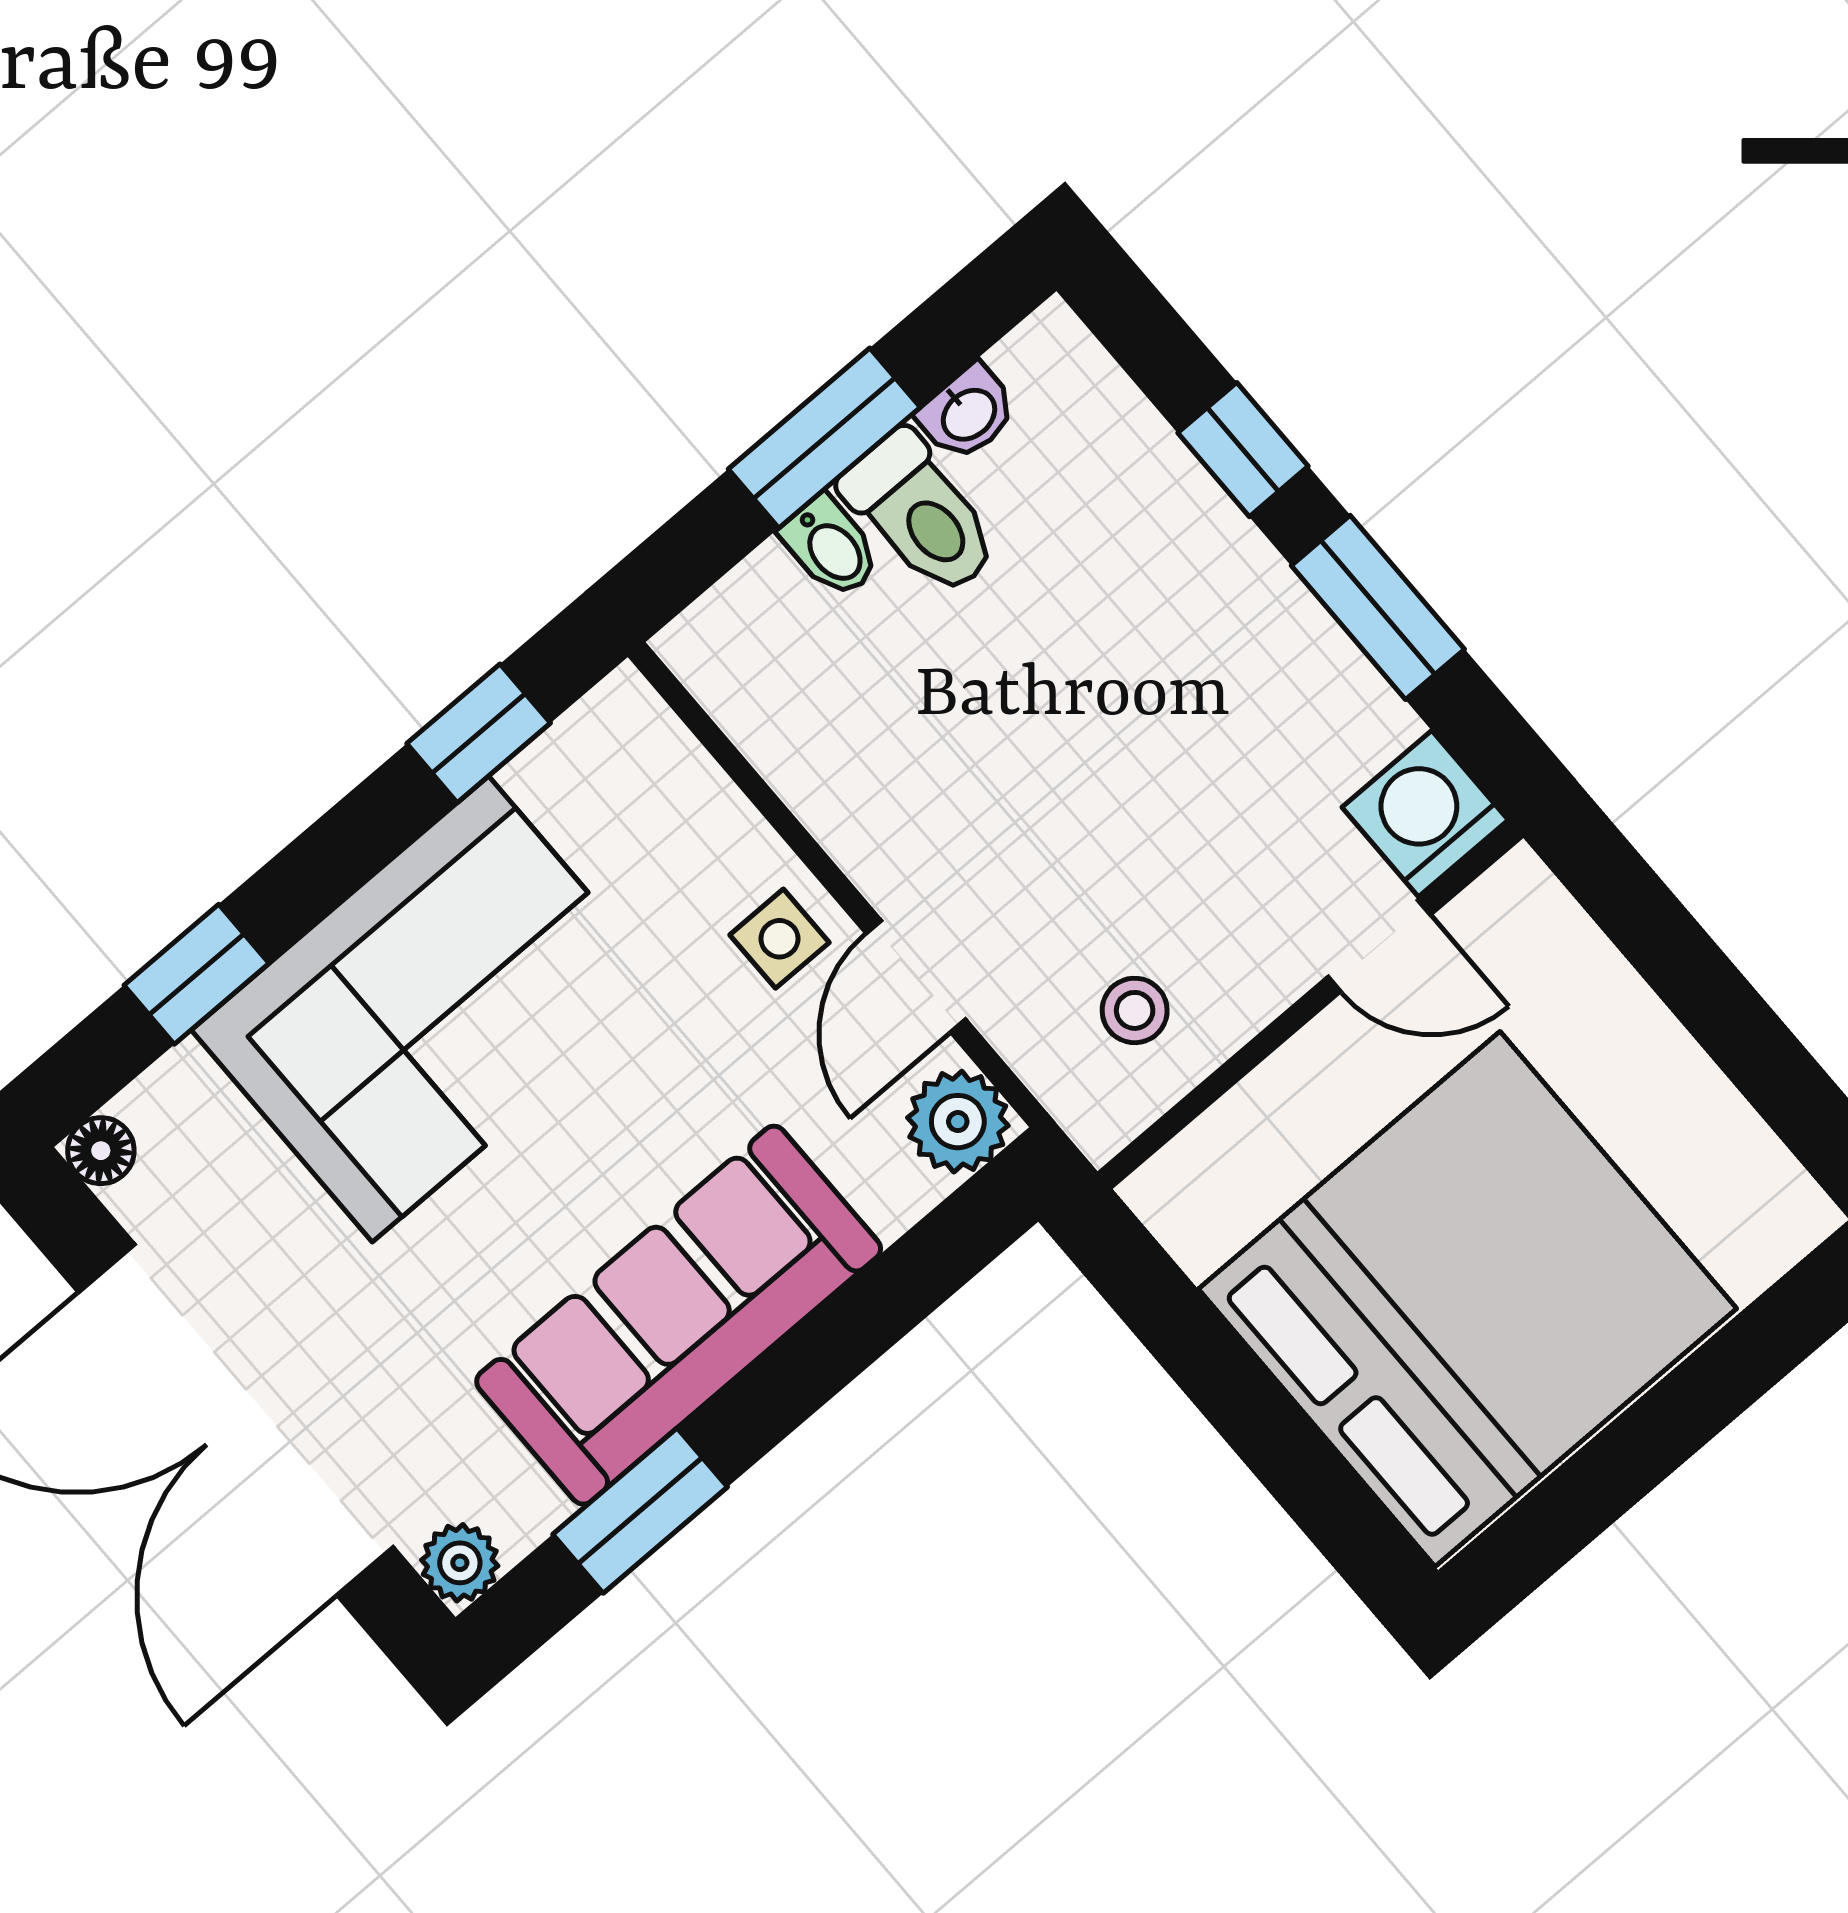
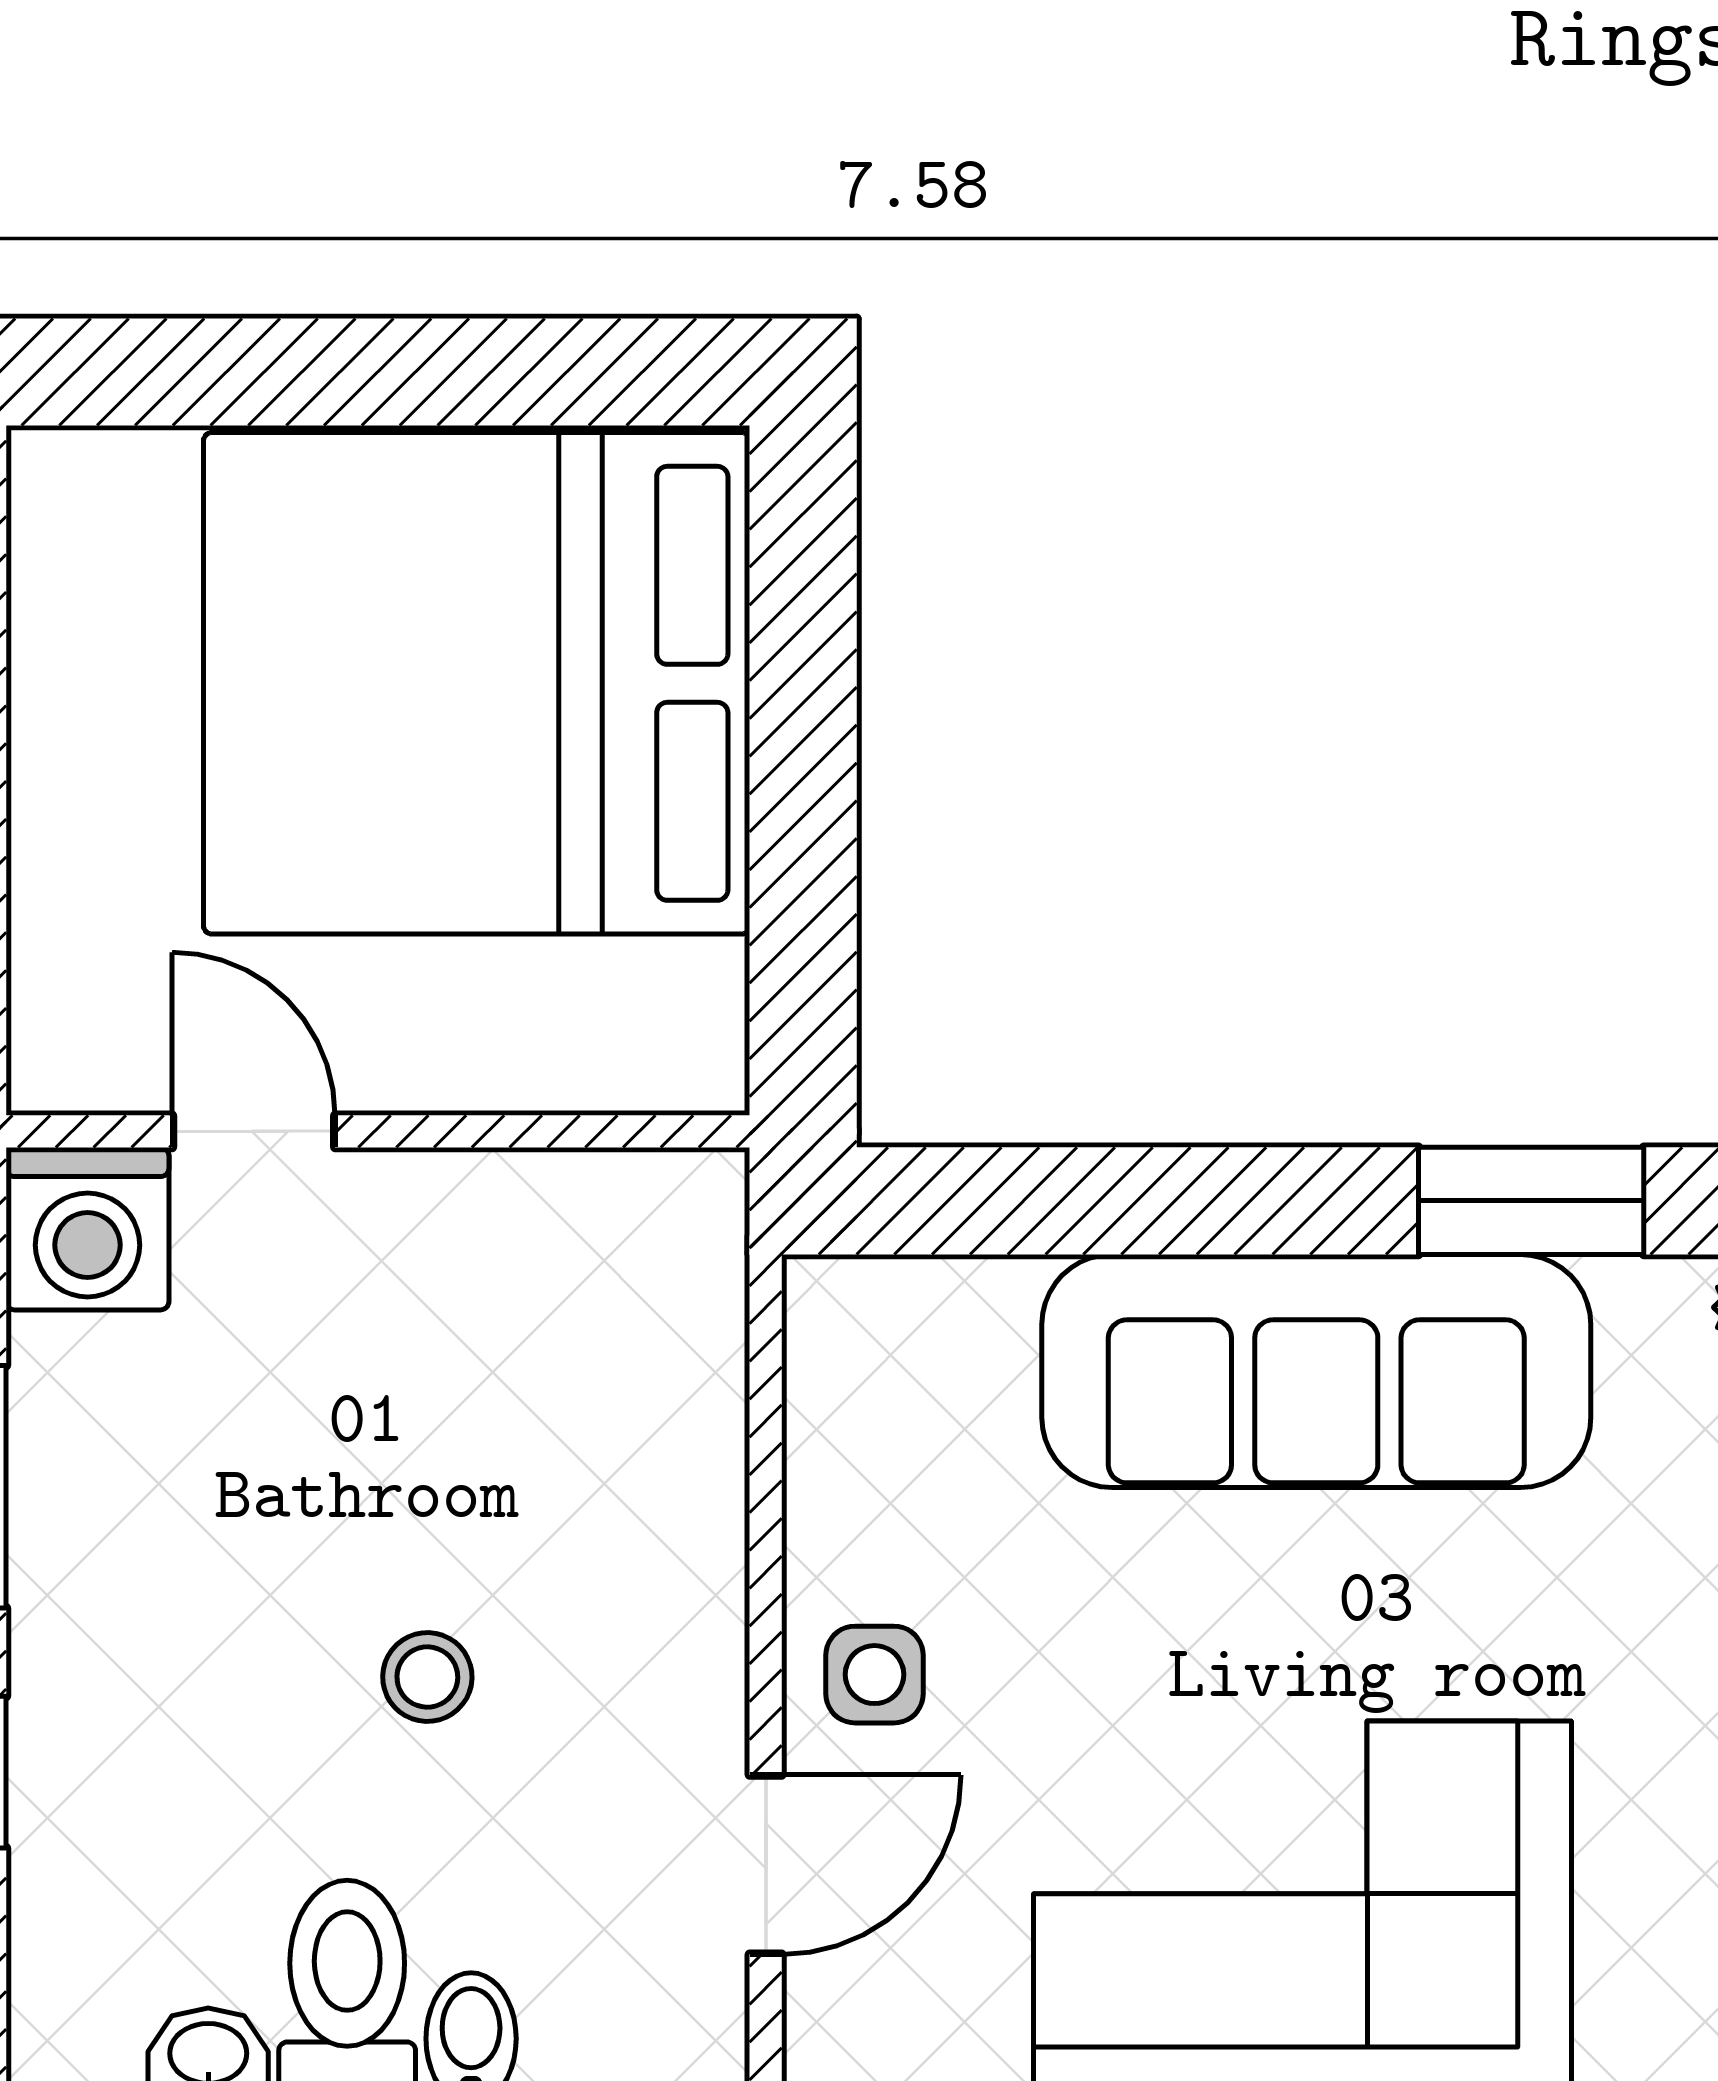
door: (916, 976) -> (766, 1865), moved
stool: (1135, 1010) -> (427, 1677), moved
plant: (958, 1122) -> (851, 1324), removed

